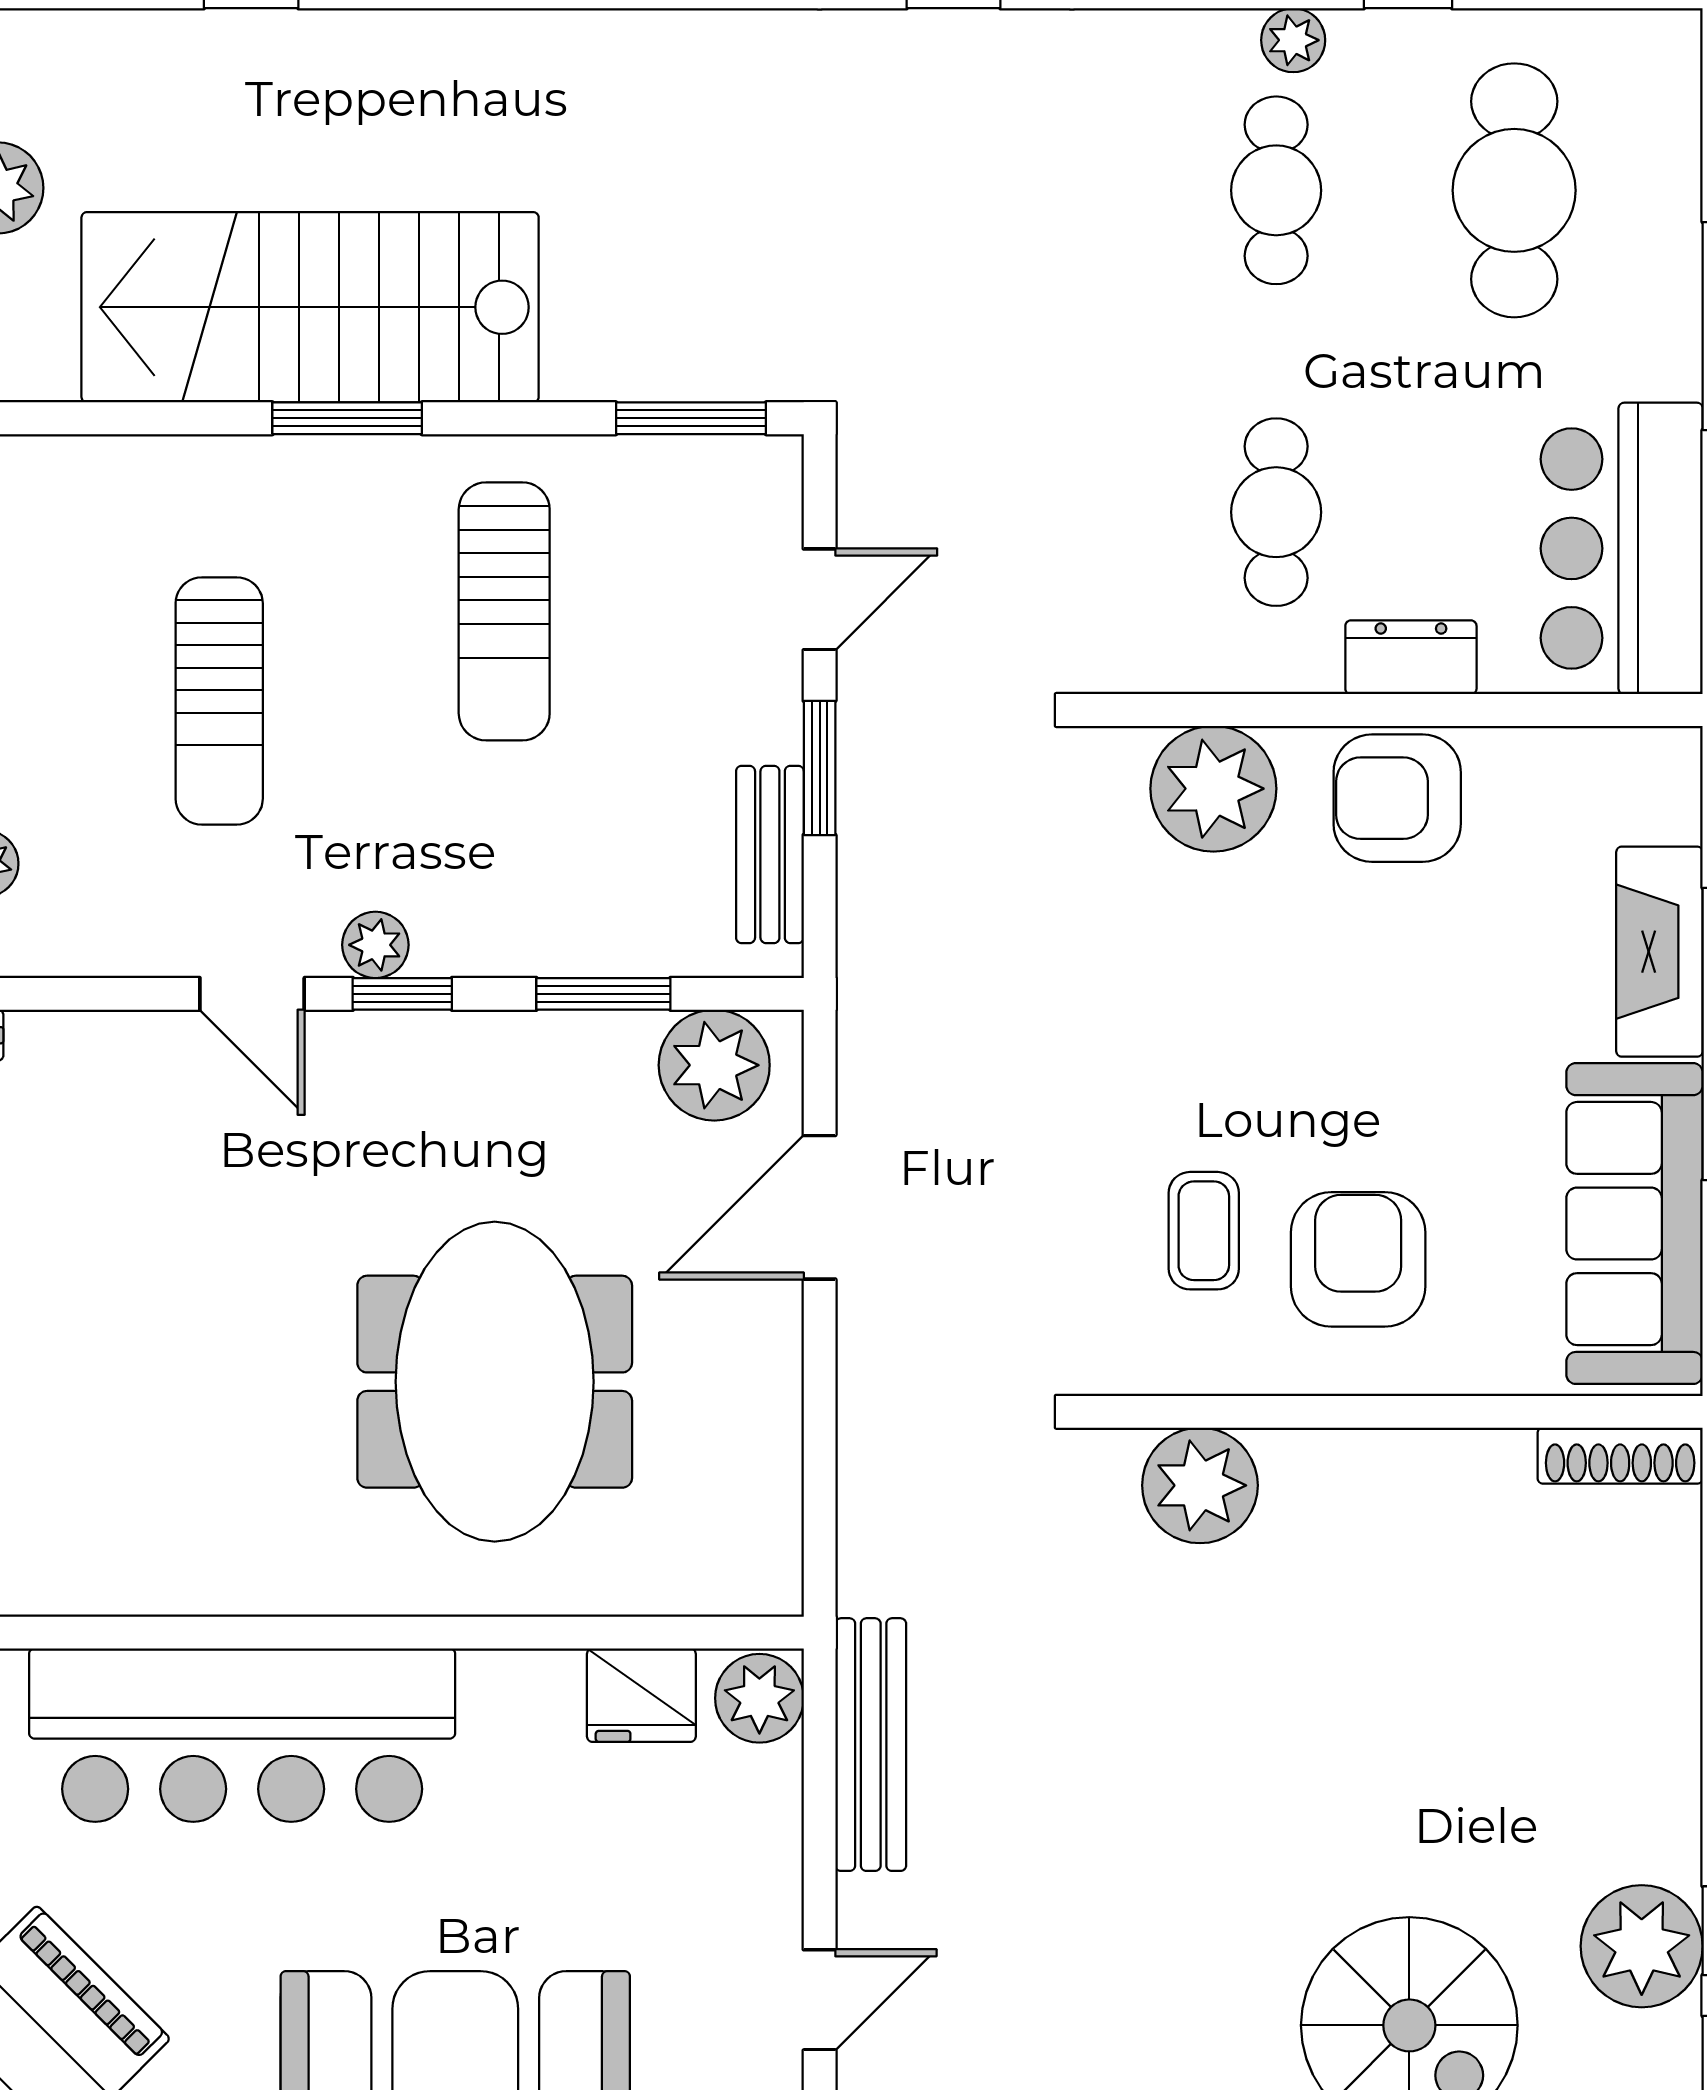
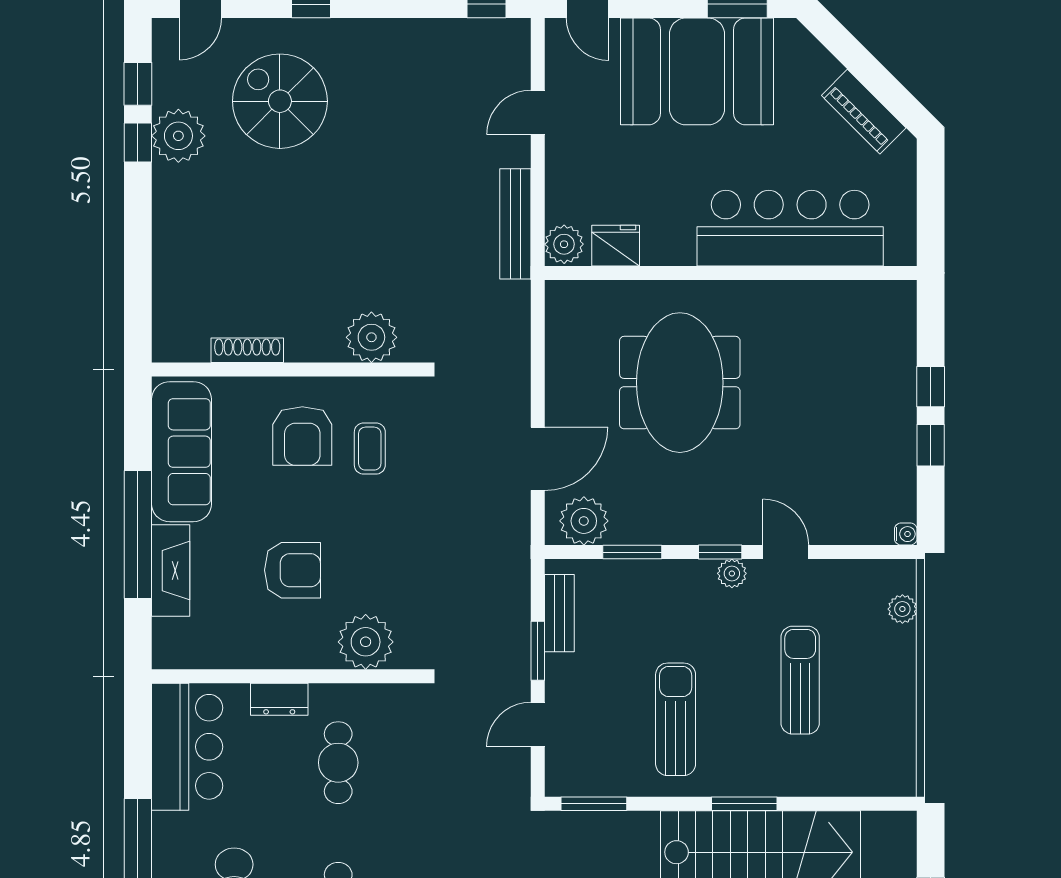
armchair: (1397, 798) -> (293, 570), moved
shoe rack: (1620, 1456) -> (247, 350), moved

